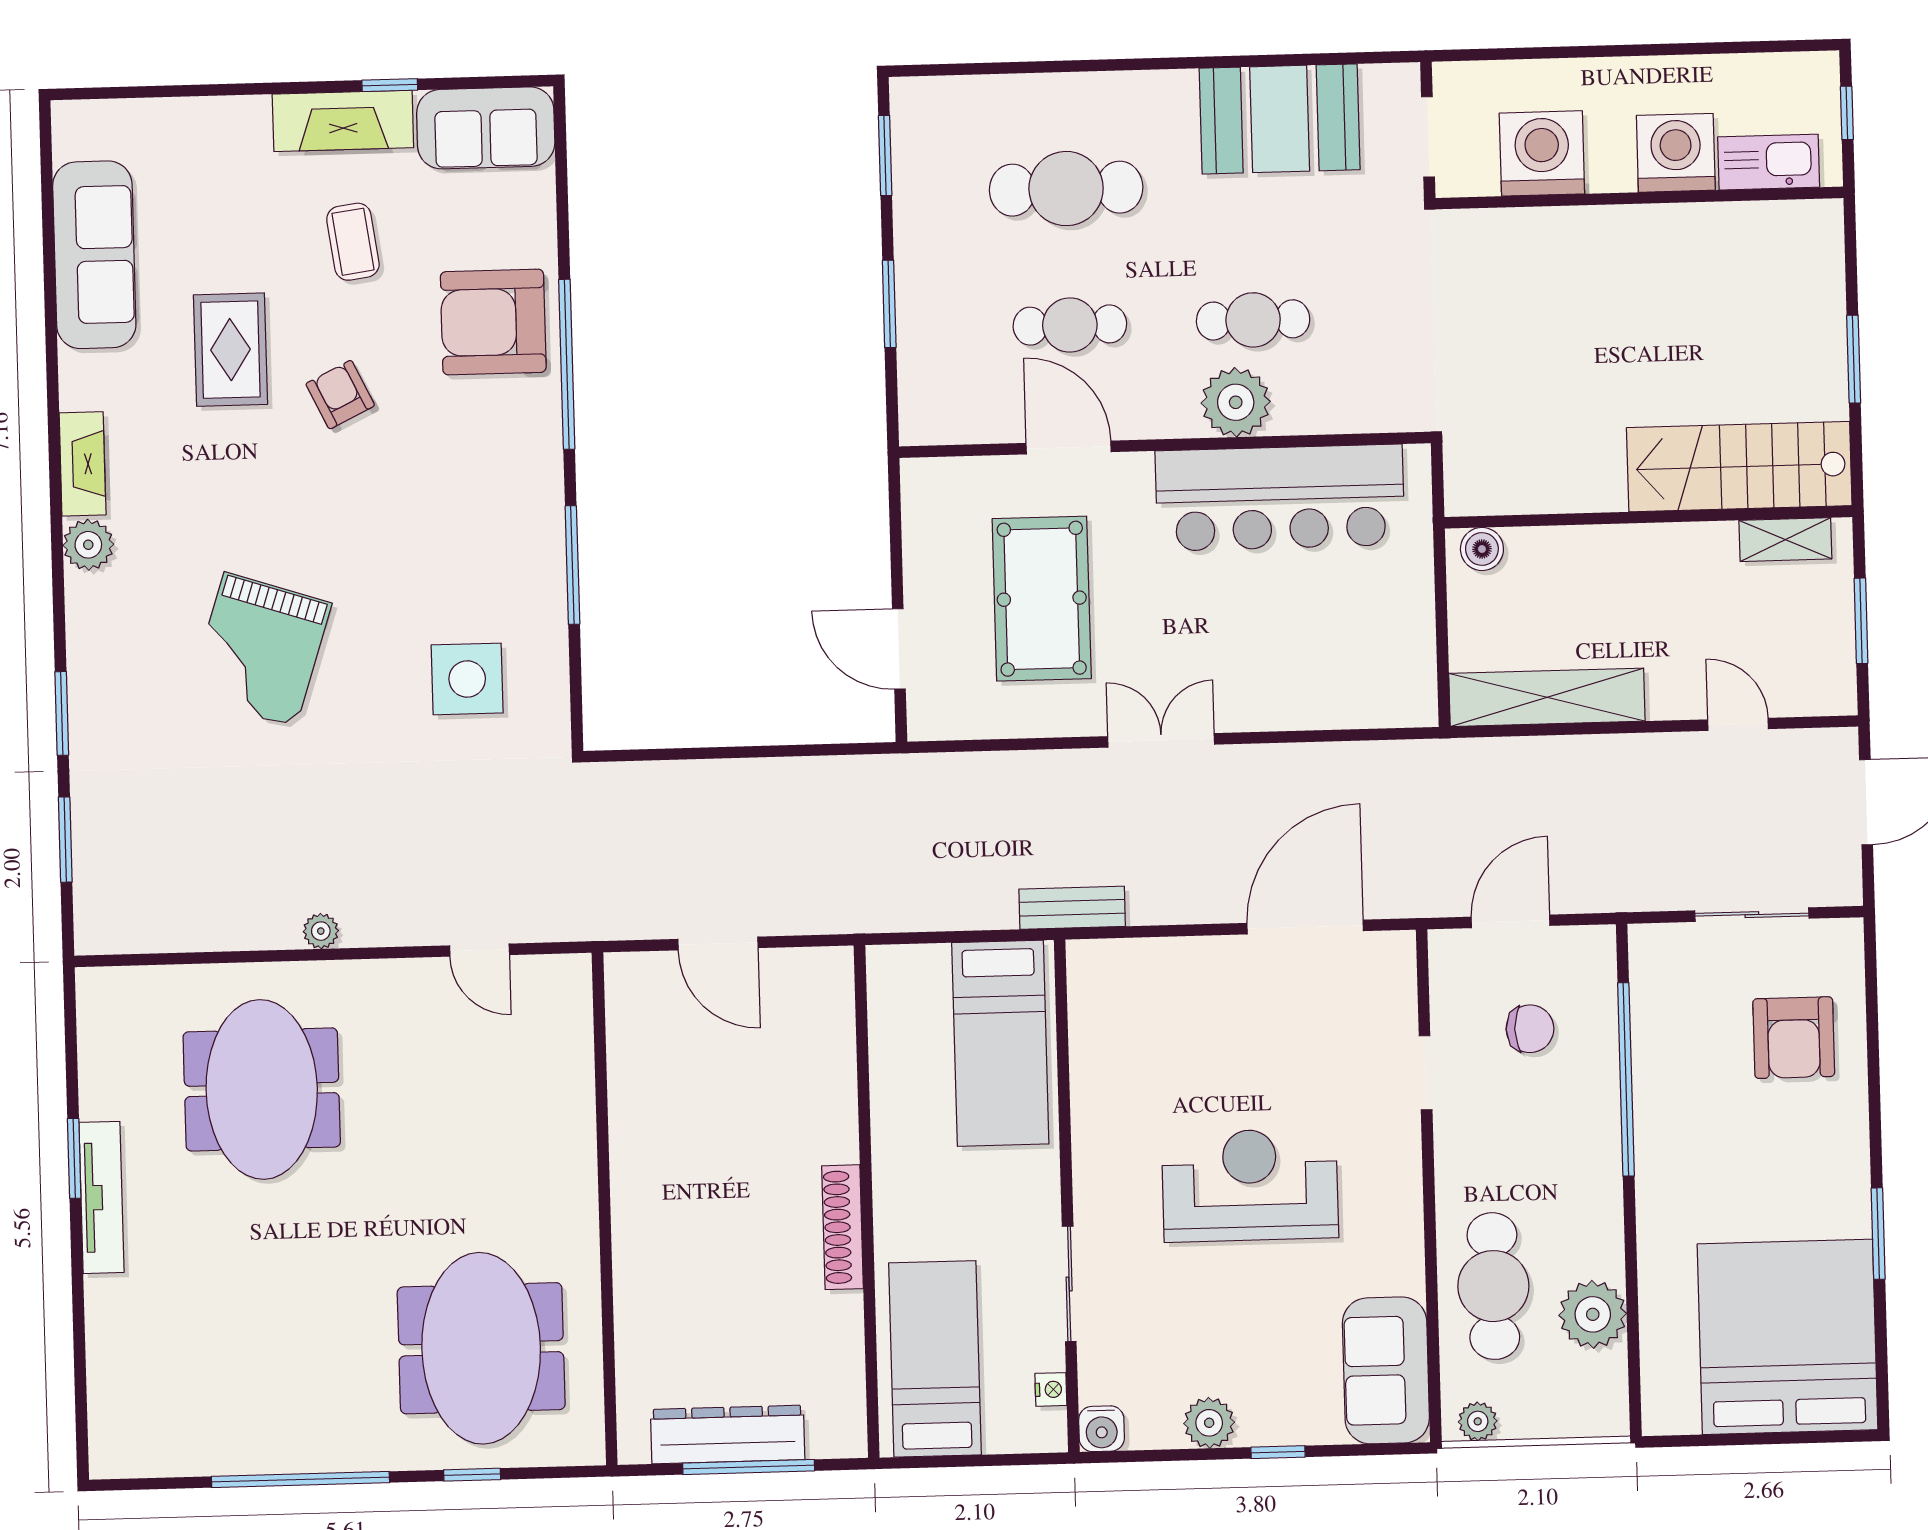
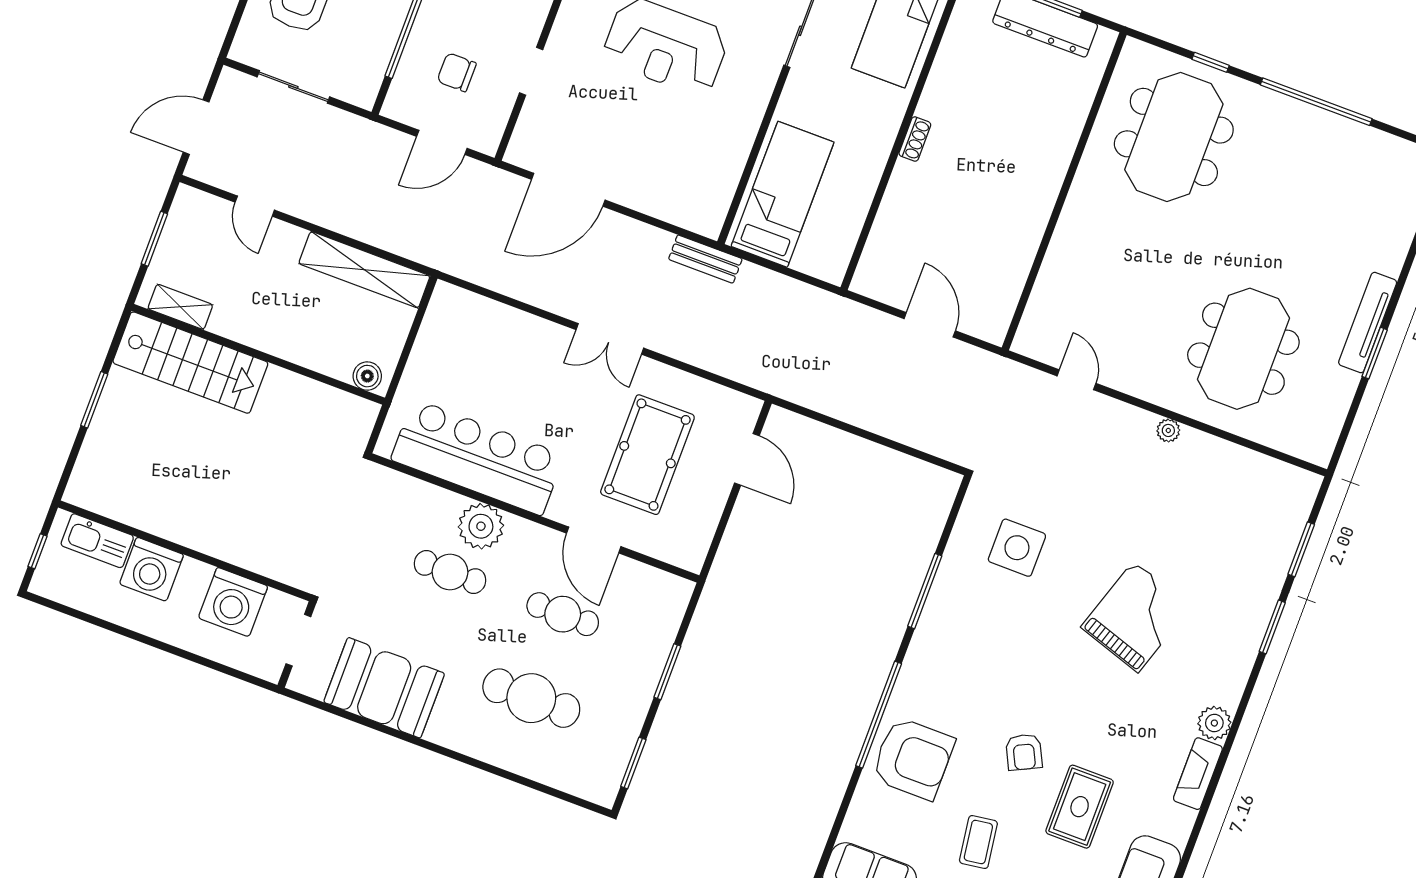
shoe rack: (843, 1227) -> (915, 139), width x0.51, depth x0.81

